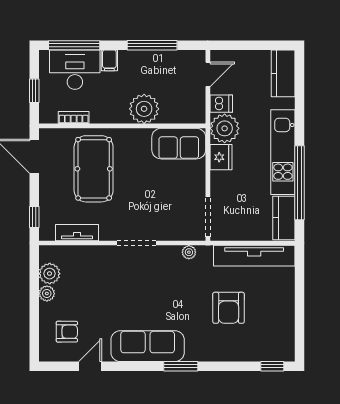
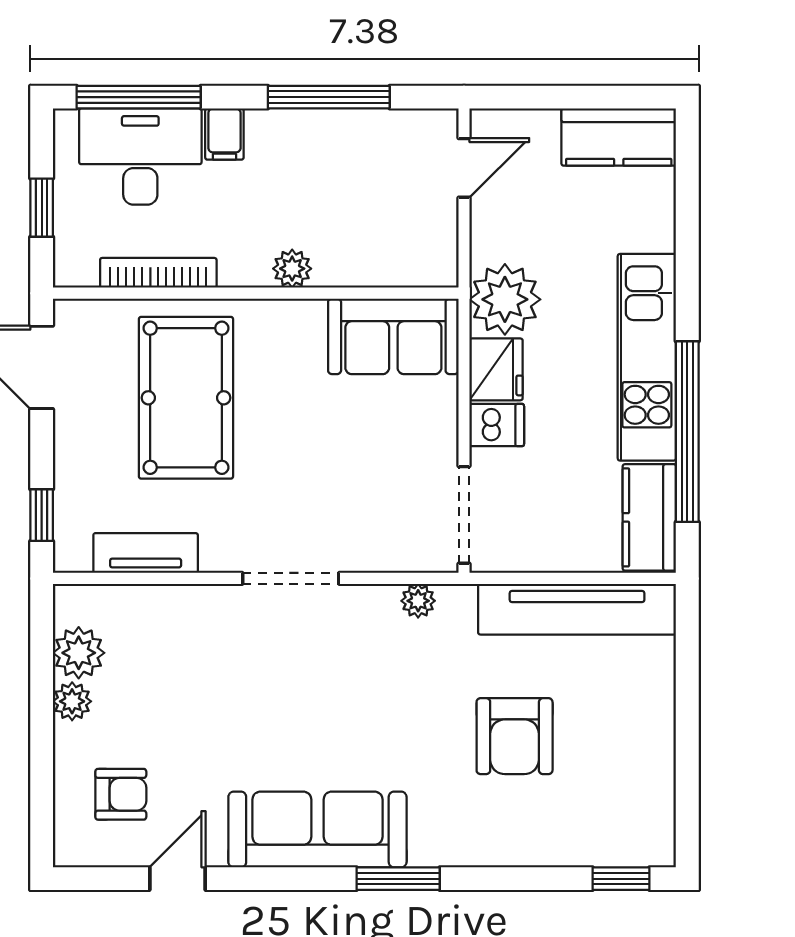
kitchen counter: (283, 73) -> (619, 137), moved, turned -90
dishwasher: (221, 104) -> (497, 425), moved
plant: (144, 109) -> (292, 269), width x0.53, depth x0.53
bookcase: (74, 117) -> (158, 273), width x1.56

